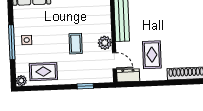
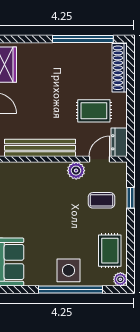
side table: (27, 40) -> (69, 270), width x1.87, depth x1.87
window: (12, 42) -> (71, 290), width x1.46
coffee table: (76, 44) -> (101, 200), moved

